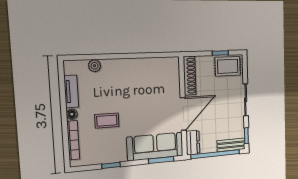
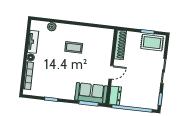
door: (183, 114) -> (111, 72), width x0.53
coffee table: (107, 121) -> (74, 47), moved
bench: (231, 145) -> (146, 104), removed
sofa: (155, 147) -> (91, 93), width x0.73

